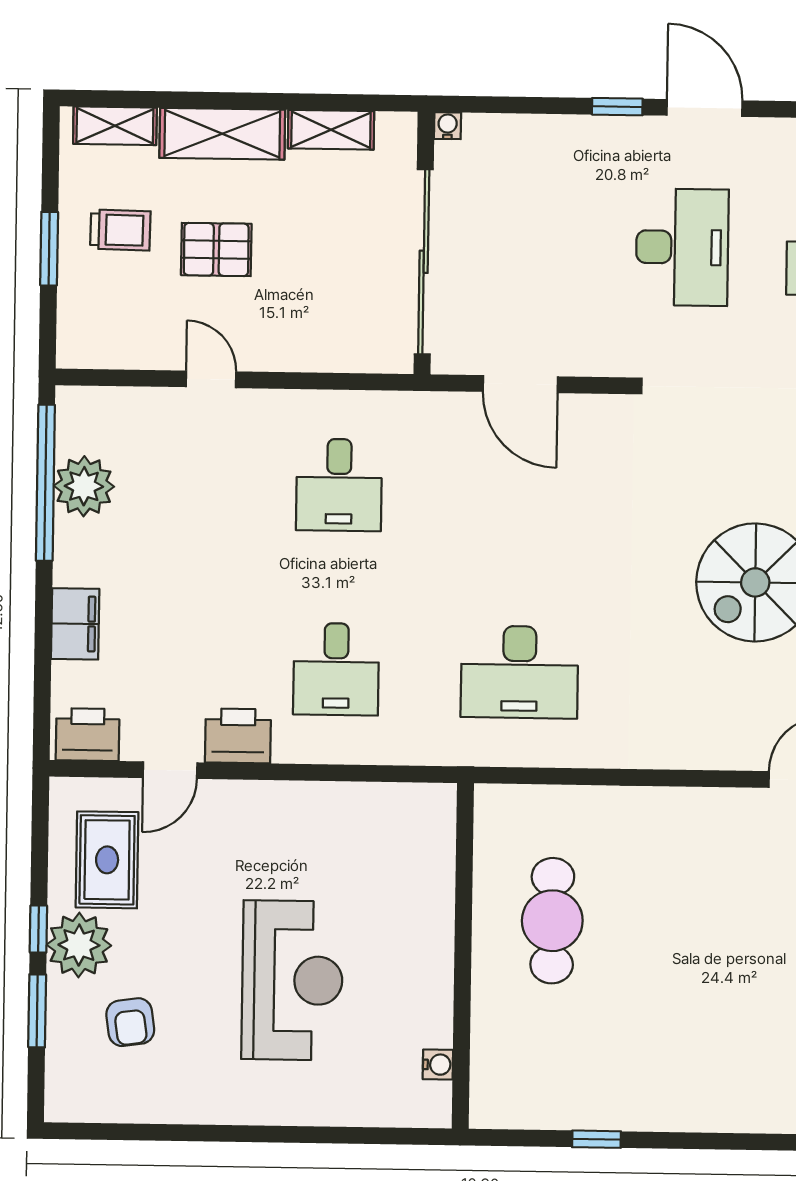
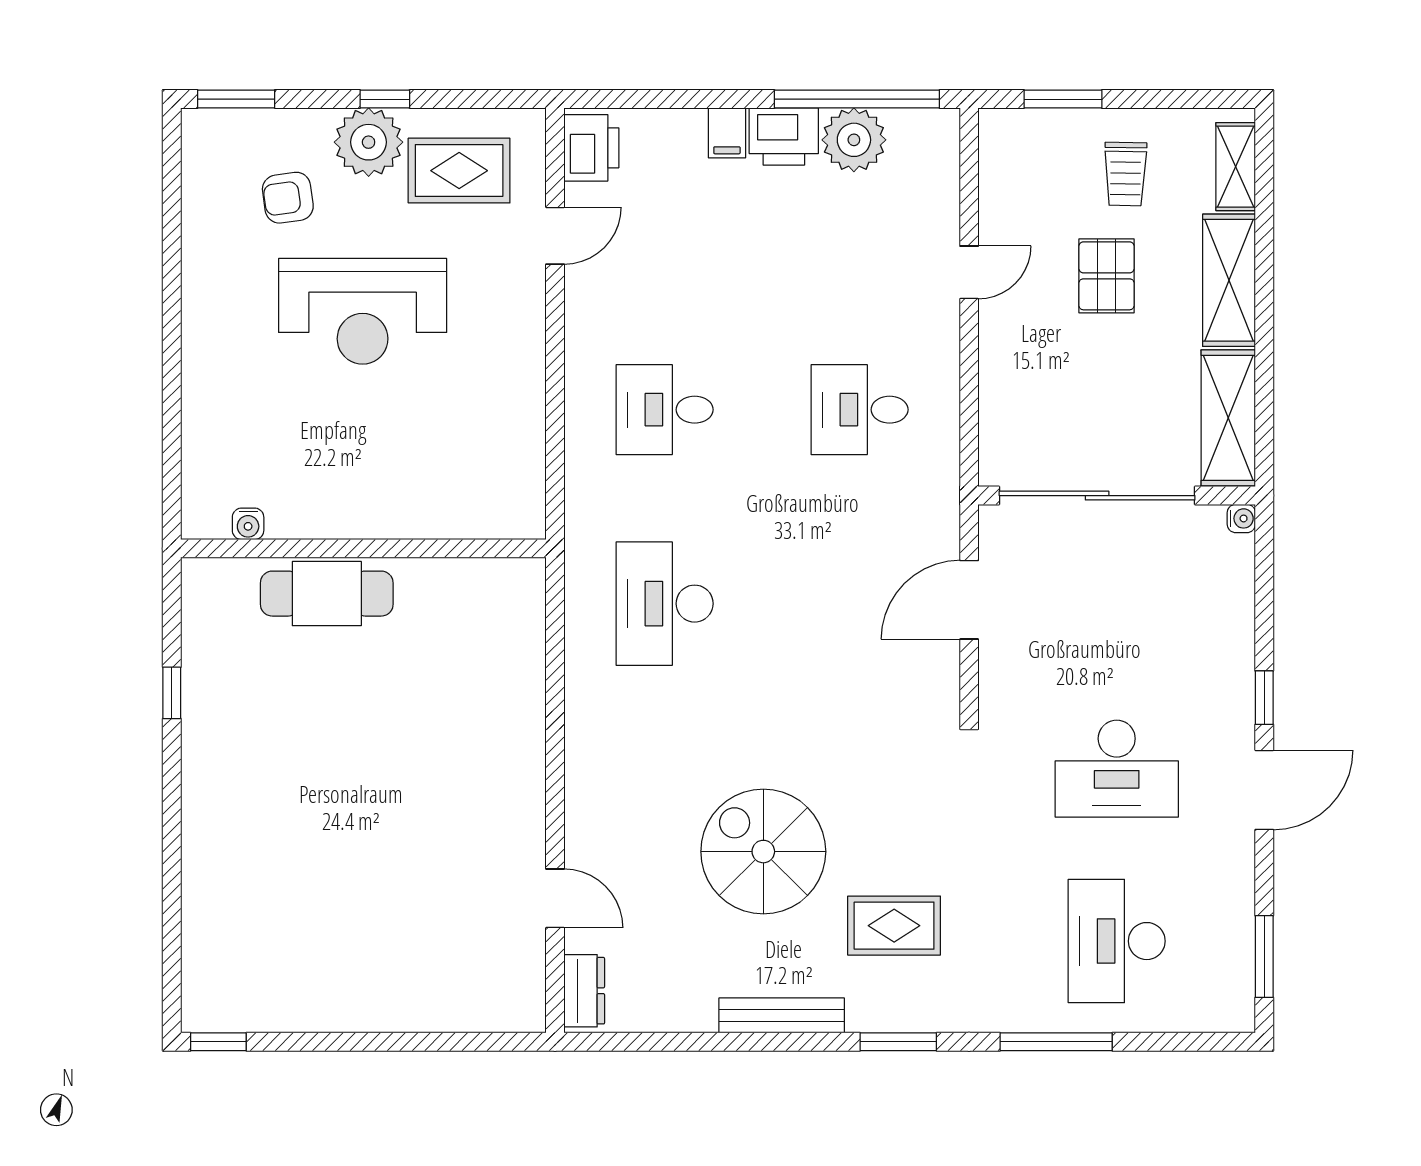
shelving: (331, 130) -> (1228, 418), width x1.50, depth x1.33
window: (49, 249) -> (1063, 99), moved
filing cabinet: (75, 624) -> (727, 133), width x0.50
printer: (238, 736) -> (784, 136), moved, turned 90
door: (170, 770) -> (555, 236), swing flipped
cafe table: (552, 921) -> (327, 594), moved
reception desk: (292, 980) -> (363, 311), moved
window: (37, 1011) -> (236, 99), moved

